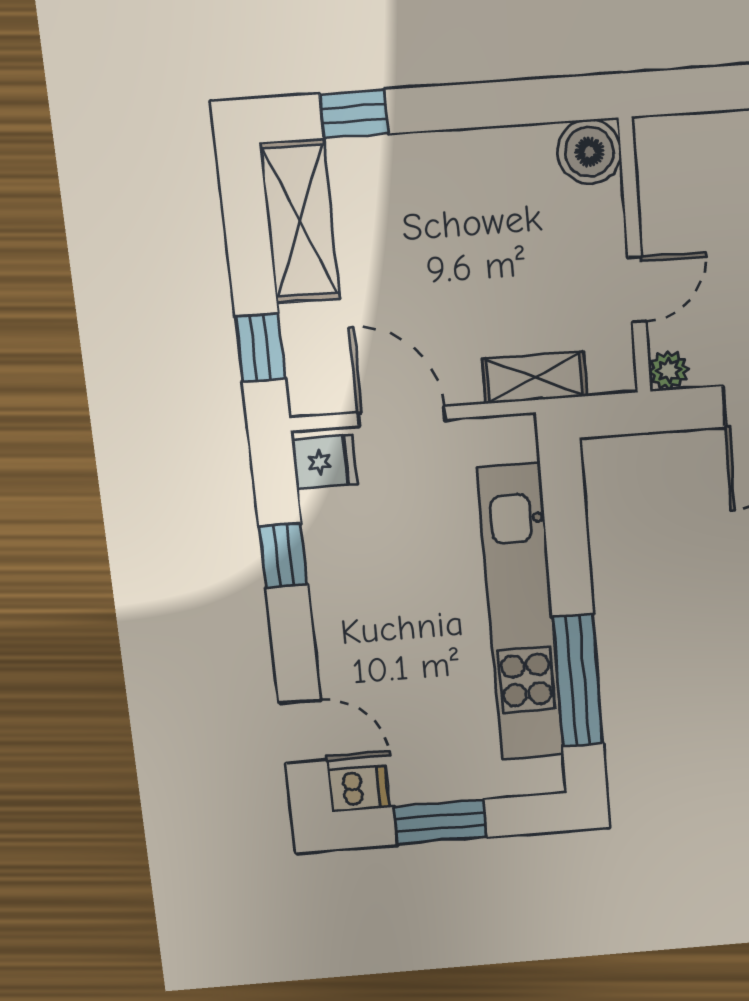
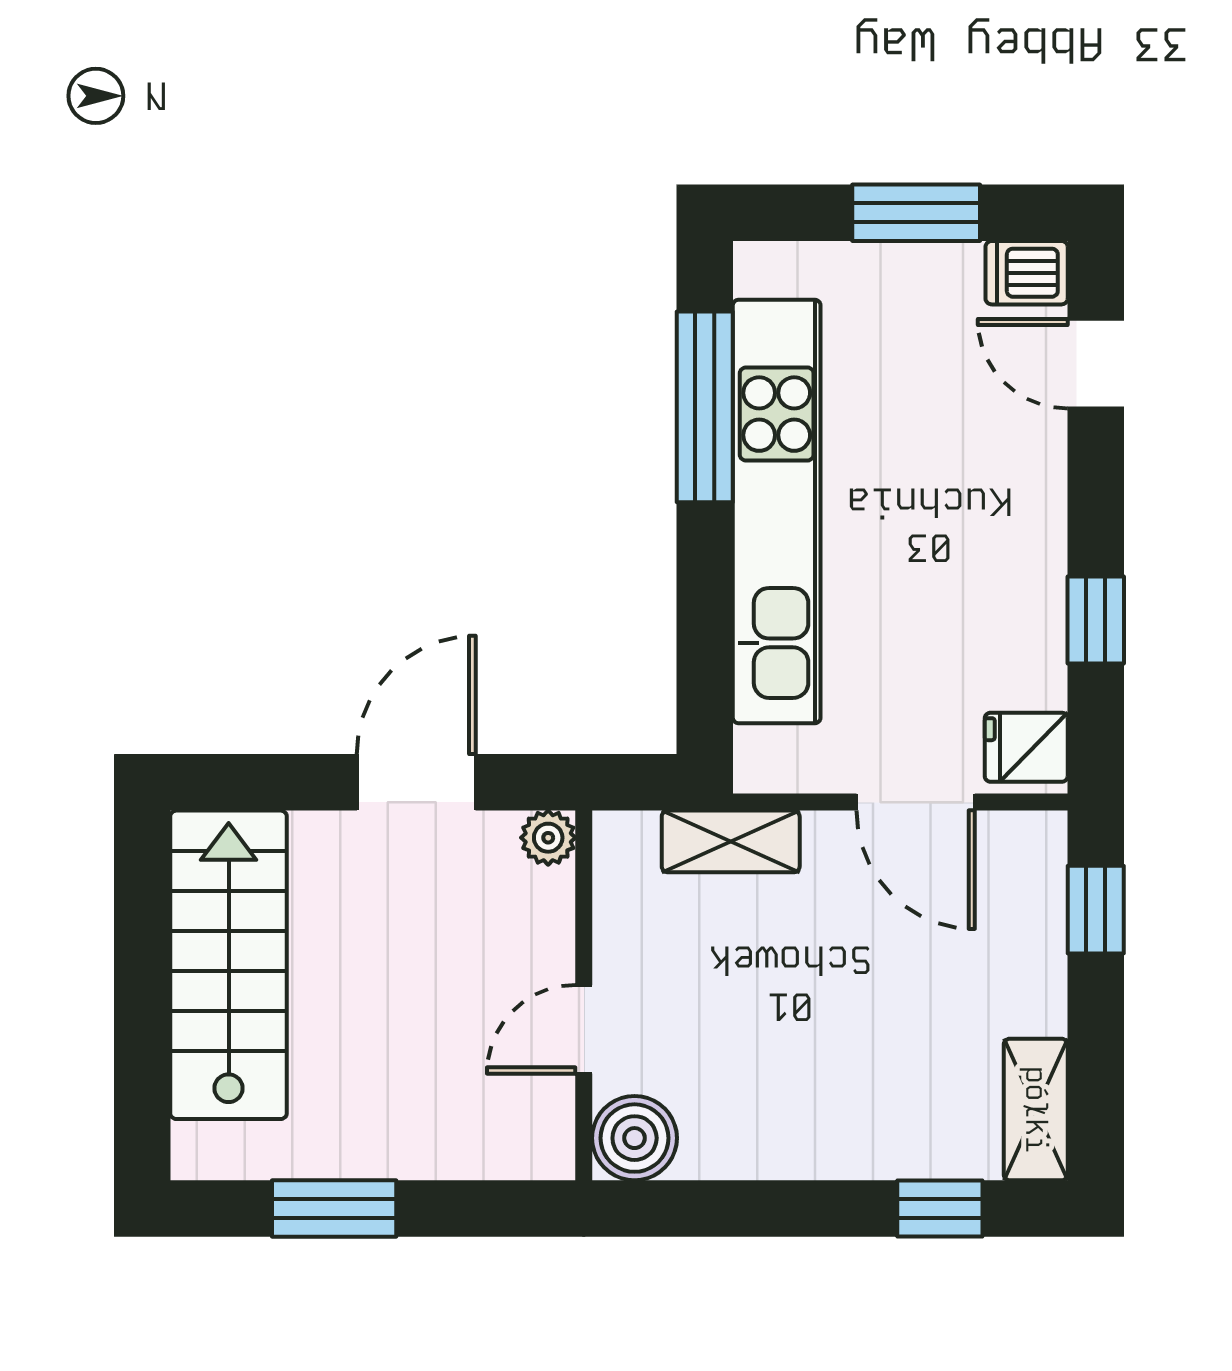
shelving: (300, 221) -> (1036, 1110), width x0.67, depth x0.75
door: (637, 290) -> (584, 1029), moved

